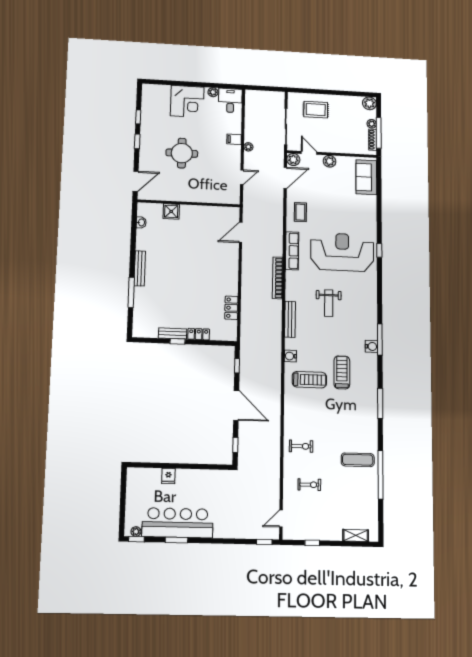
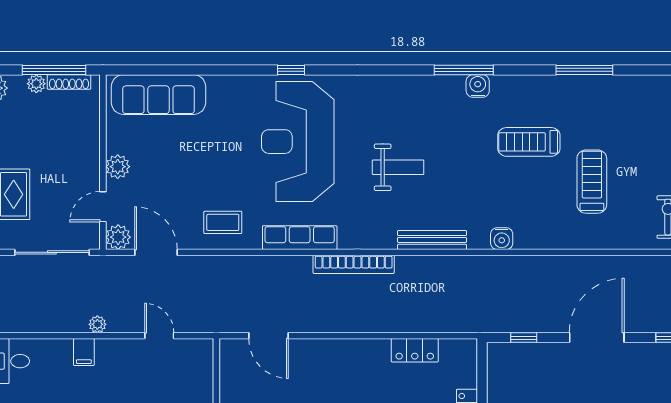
sofa: (366, 177) -> (159, 95), width x1.36
treadmill: (309, 380) -> (592, 182), moved

